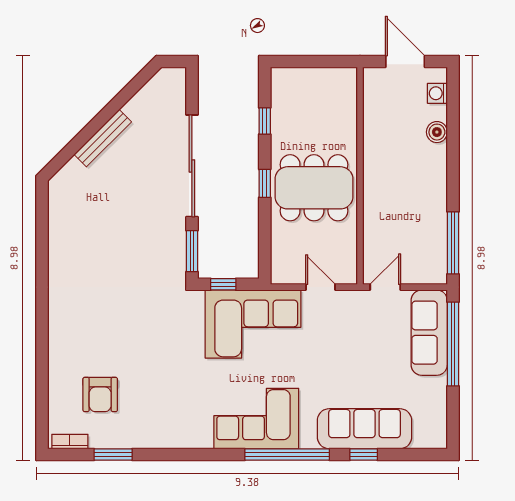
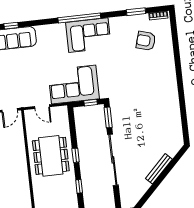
dining table: (314, 188) -> (51, 156), turned 90
armchair: (100, 395) -> (146, 41), turned -74
corner sofa: (256, 419) -> (88, 35), moved
window: (287, 454) -> (79, 18), moved

